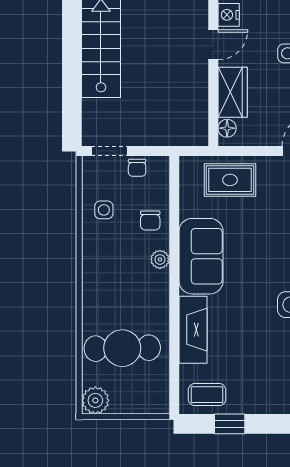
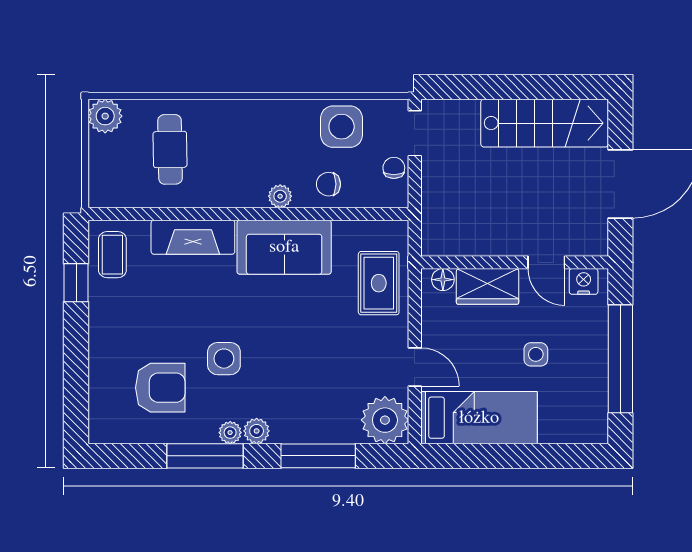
chair: (137, 168) -> (394, 168), turned 90
side table: (104, 210) -> (342, 127), width x1.87, depth x1.87
cafe table: (122, 348) -> (170, 149), width x0.73, depth x0.74

